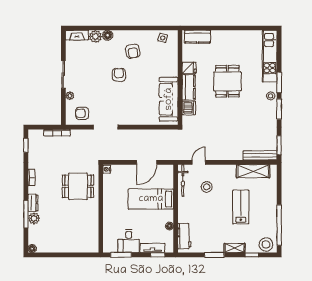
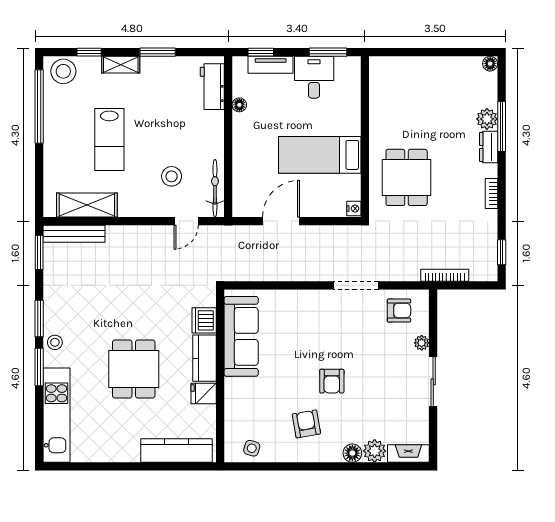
kitchen counter: (197, 37) -> (177, 450), width x1.50
dining table: (78, 186) -> (407, 177), turned 90
bed: (151, 199) -> (320, 155), moved, turned 180

